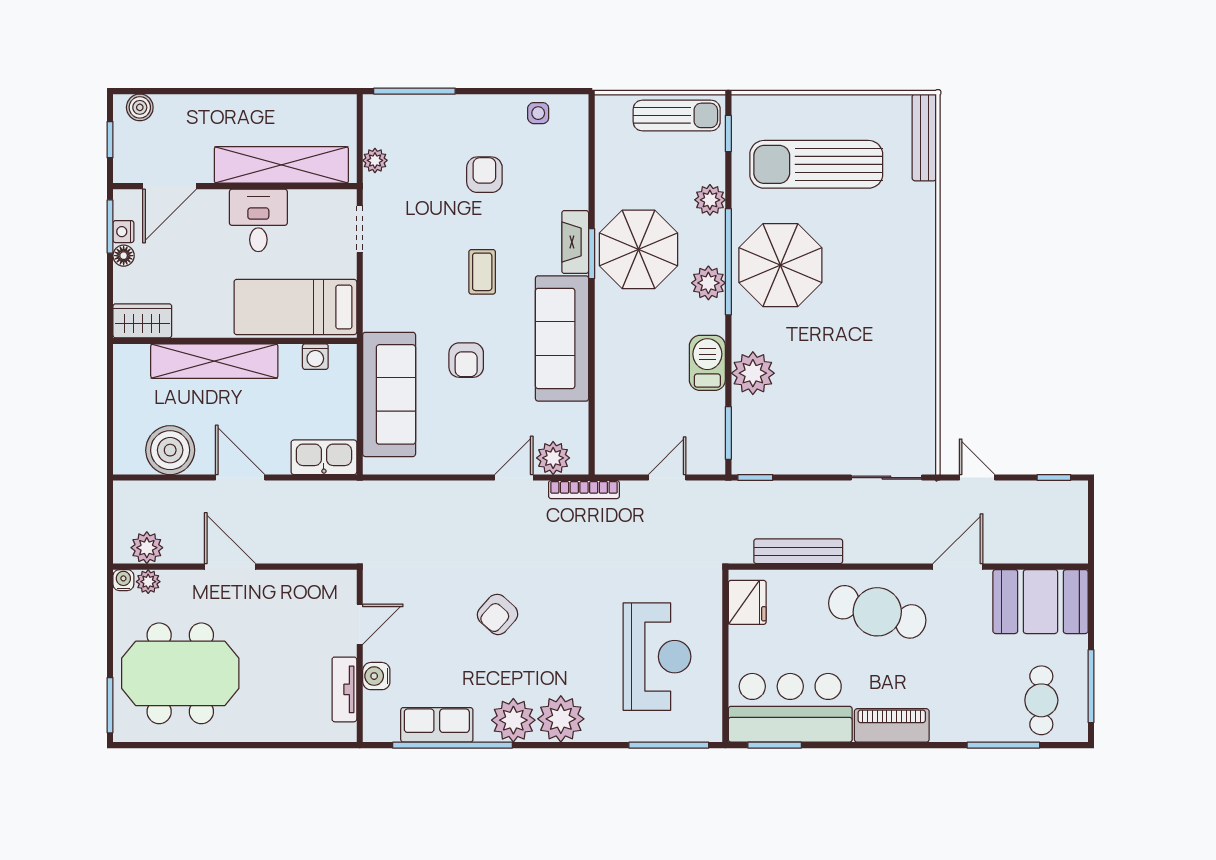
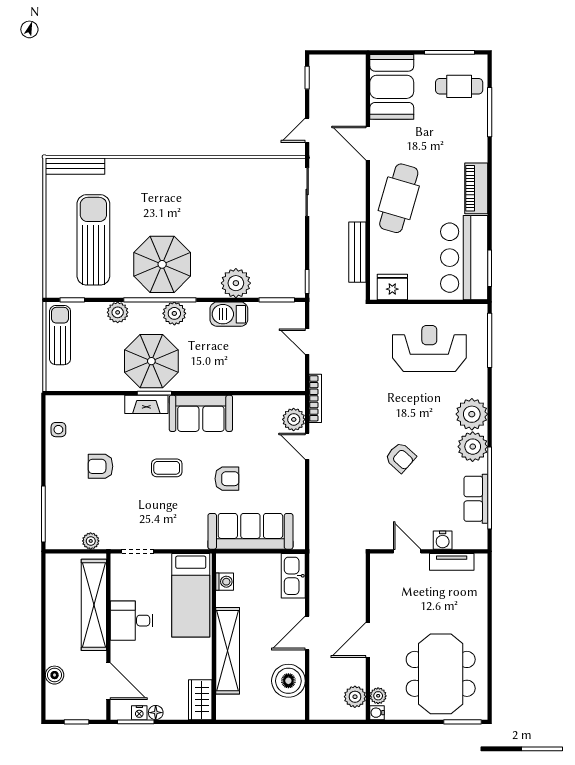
boiler: (140, 107) -> (55, 675), moved
sun lounger: (816, 164) -> (93, 240), turned 180
sofa: (562, 338) -> (201, 413), width x0.73

